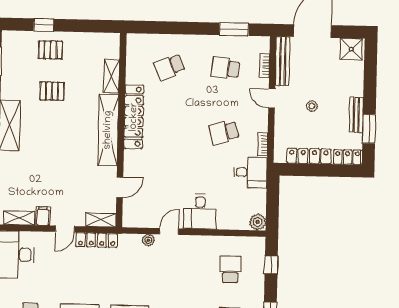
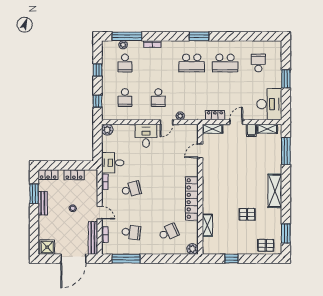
window: (44, 25) -> (231, 259), moved
window: (234, 29) -> (126, 259), width x1.44
plant: (135, 41) -> (192, 249), added
pallet: (50, 50) -> (266, 245), moved
shelving: (108, 130) -> (209, 189), removed
locker: (309, 156) -> (74, 175), width x0.66
locker: (97, 240) -> (215, 115), width x0.66
school desk: (180, 268) -> (158, 98), added

